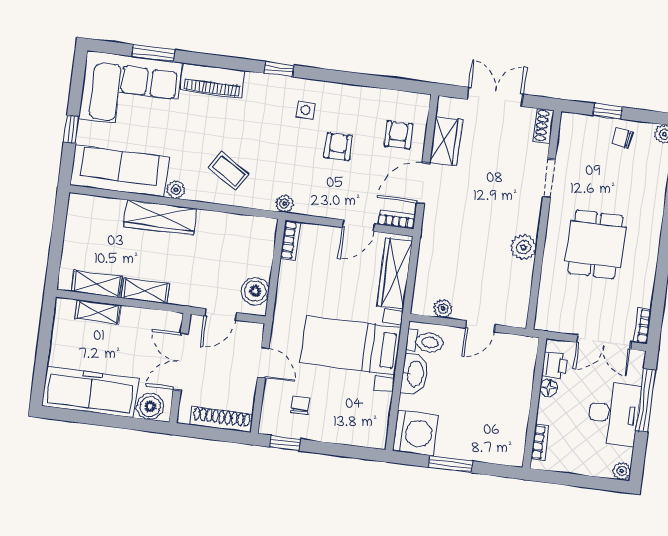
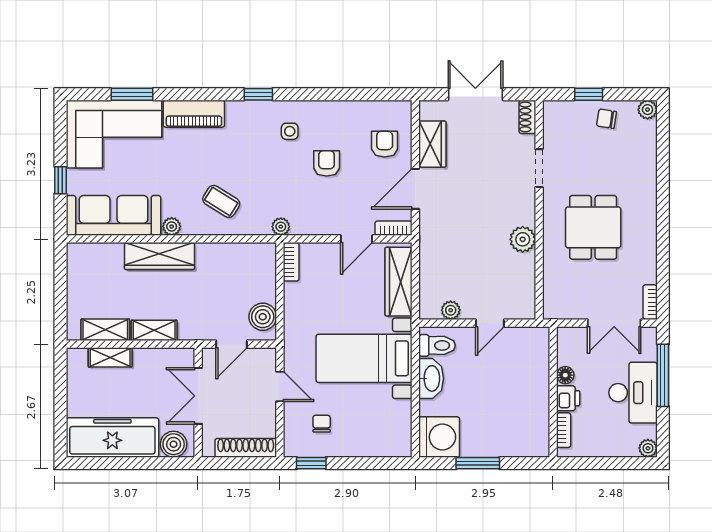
printer: (554, 365) -> (568, 398), moved

